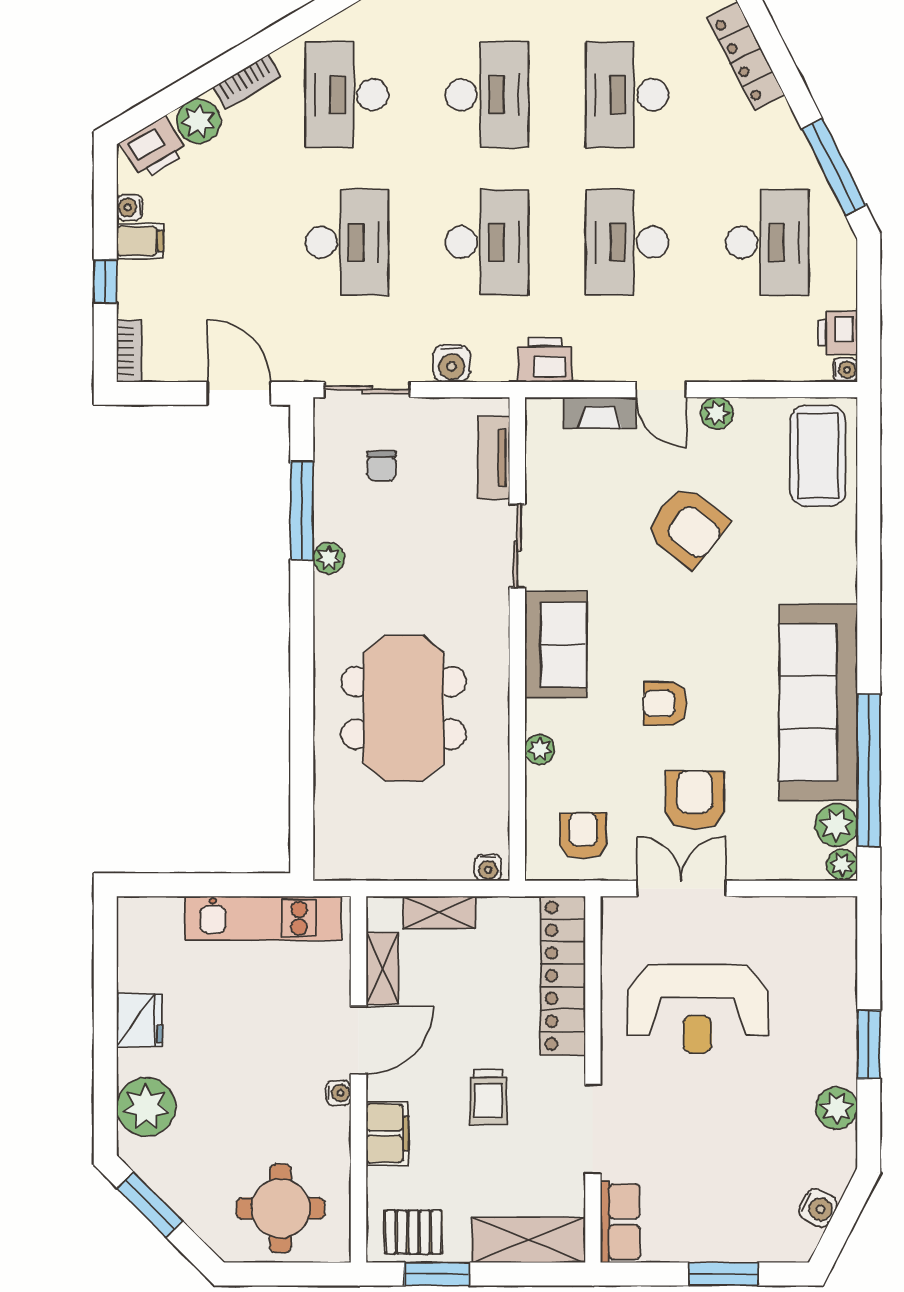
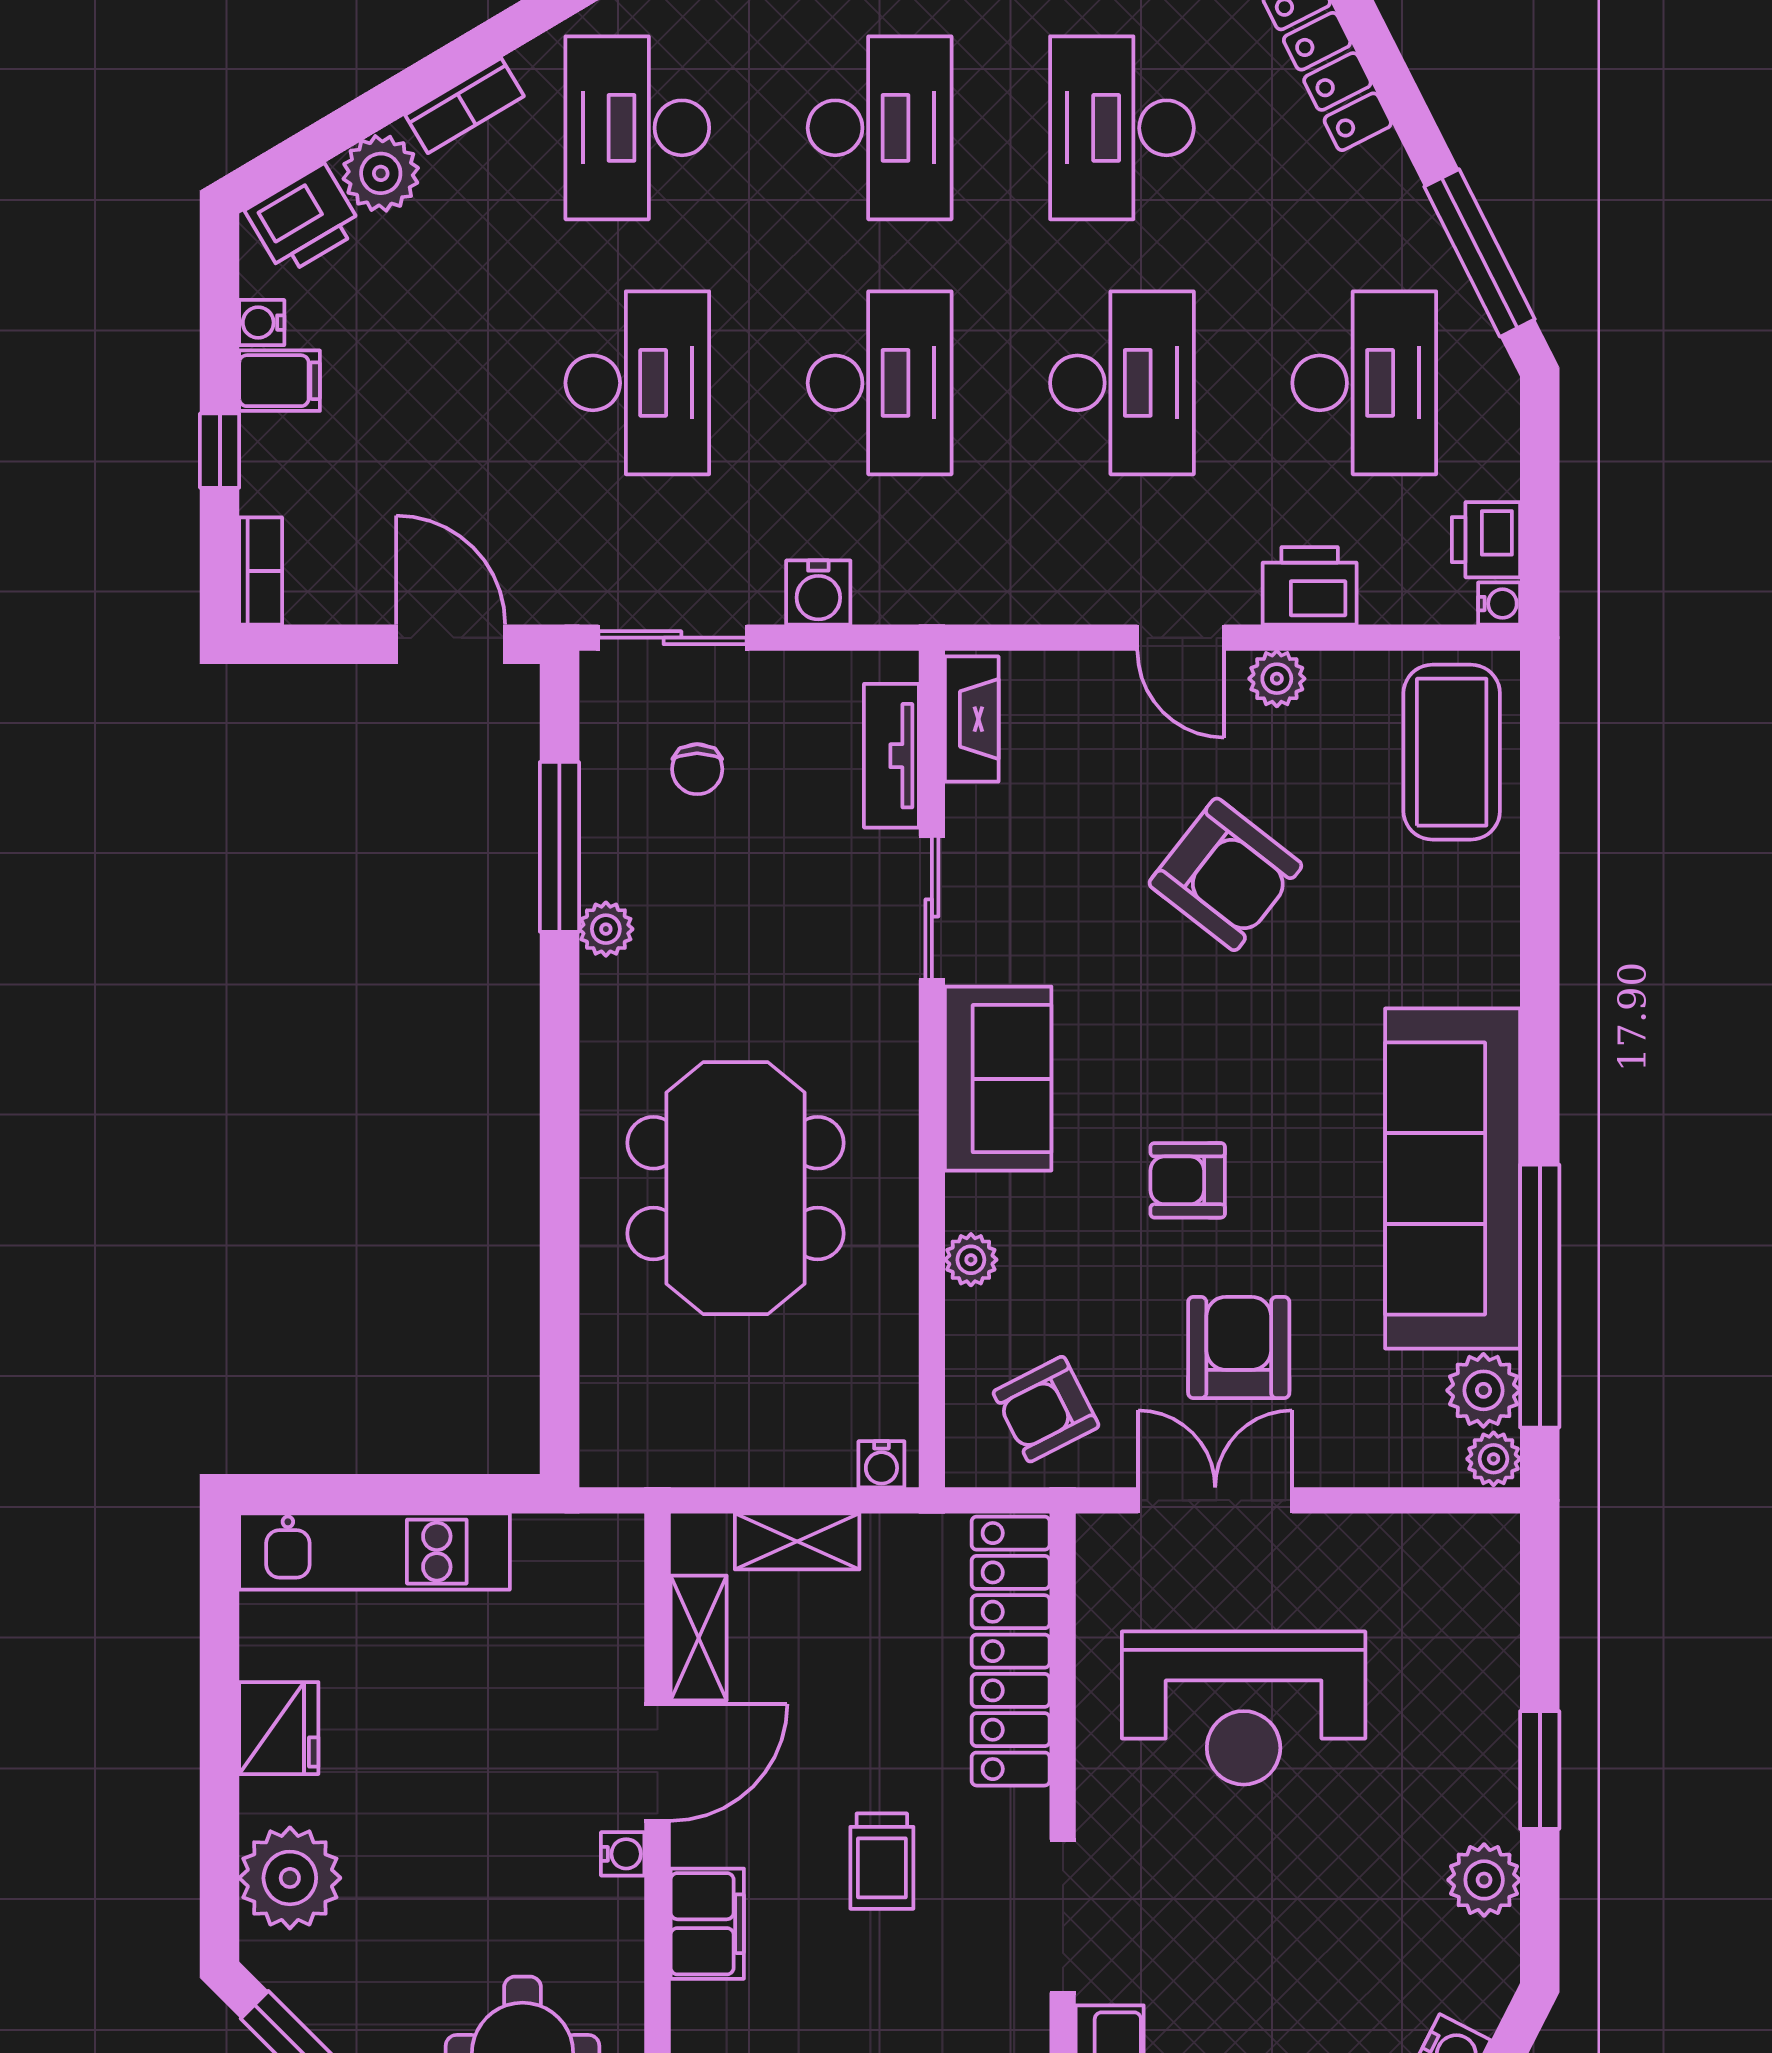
desk: (627, 242) -> (1122, 383), turned 180
printer: (545, 360) -> (1310, 586), moved
fireplace: (600, 413) -> (972, 719), moved, turned -90
armchair: (583, 836) -> (1046, 1409), turned -116
kitchen unit: (263, 918) -> (375, 1552), moved

